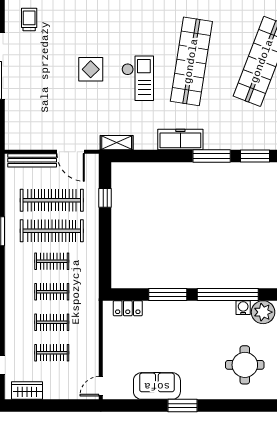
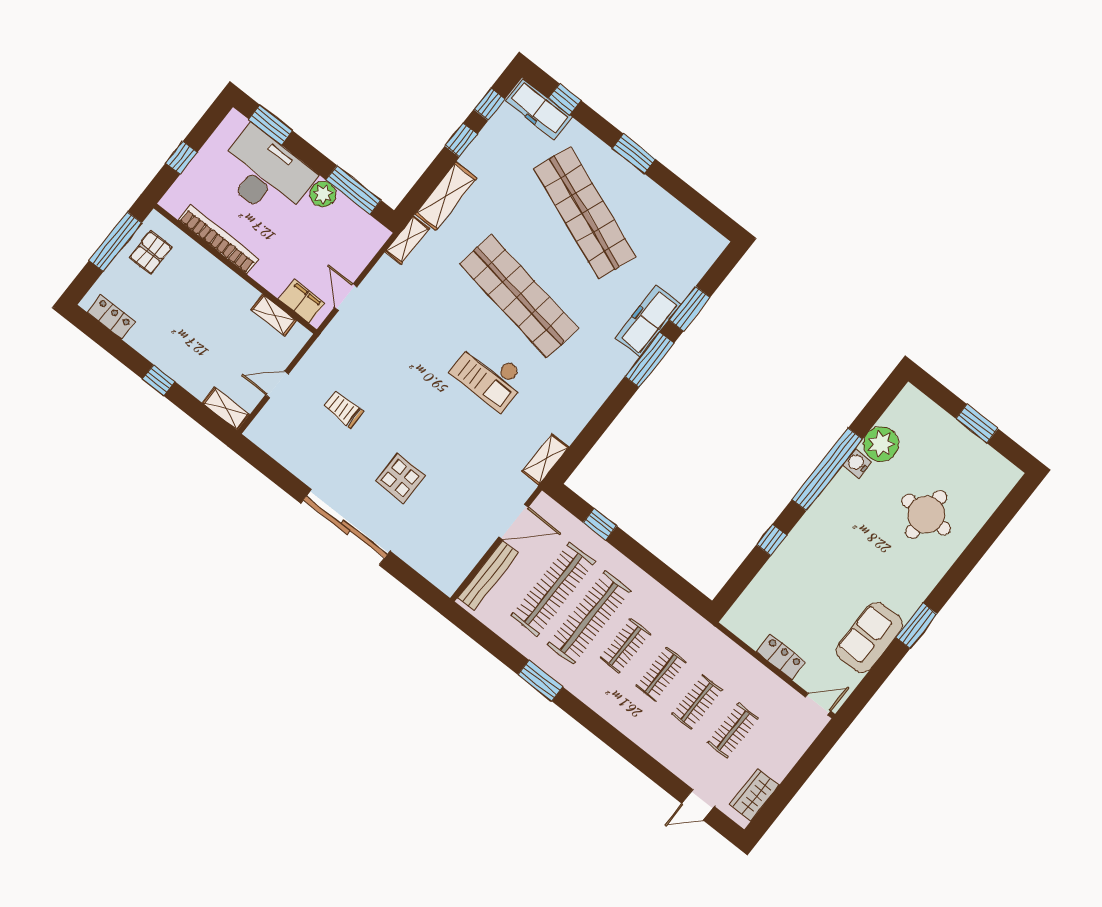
trolley: (29, 19) -> (343, 409), moved
display table: (91, 69) -> (401, 478), moved
checkout: (138, 78) -> (489, 375), turned 180
freezer: (180, 139) -> (648, 321), moved
window: (168, 294) -> (772, 540), width x0.46
locker: (128, 308) -> (781, 657), moved, turned -90
door: (101, 386) -> (818, 704), swing flipped

